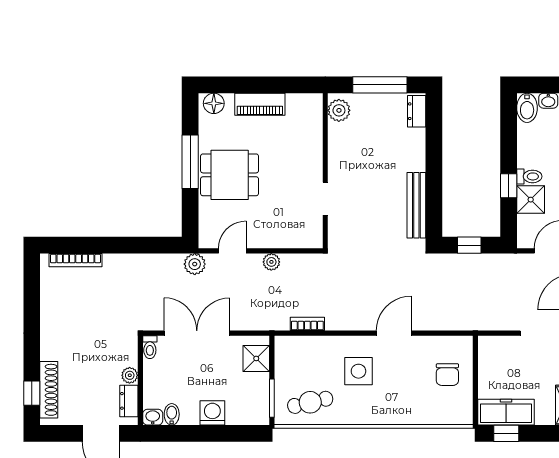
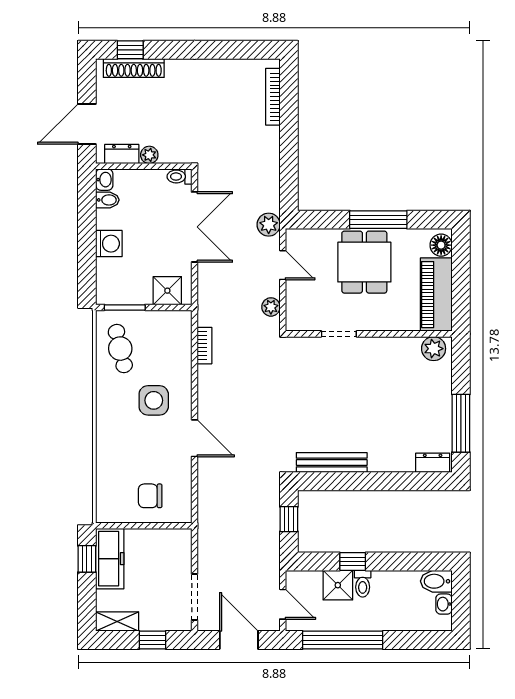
piano: (260, 104) -> (436, 295), width x1.37, depth x1.33
plant: (339, 110) -> (434, 349), moved
wall: (325, 171) -> (369, 334), moved
doorway: (325, 199) -> (339, 334), moved

